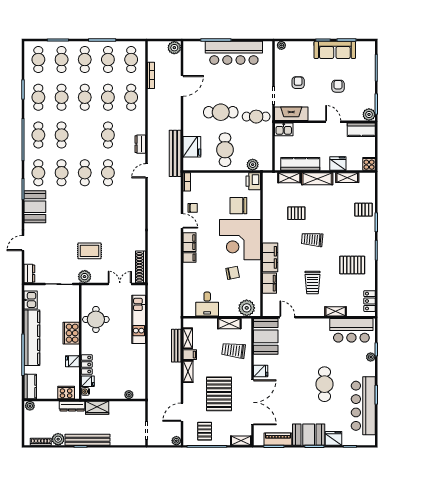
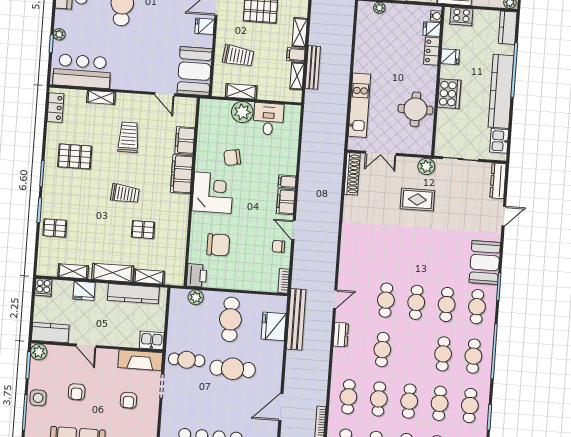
side table: (367, 80) -> (38, 398), added
corner desk: (240, 240) -> (213, 193), width x0.74, depth x0.74
dresser: (29, 274) -> (498, 181), width x1.44
plant: (247, 308) -> (242, 112), moved

